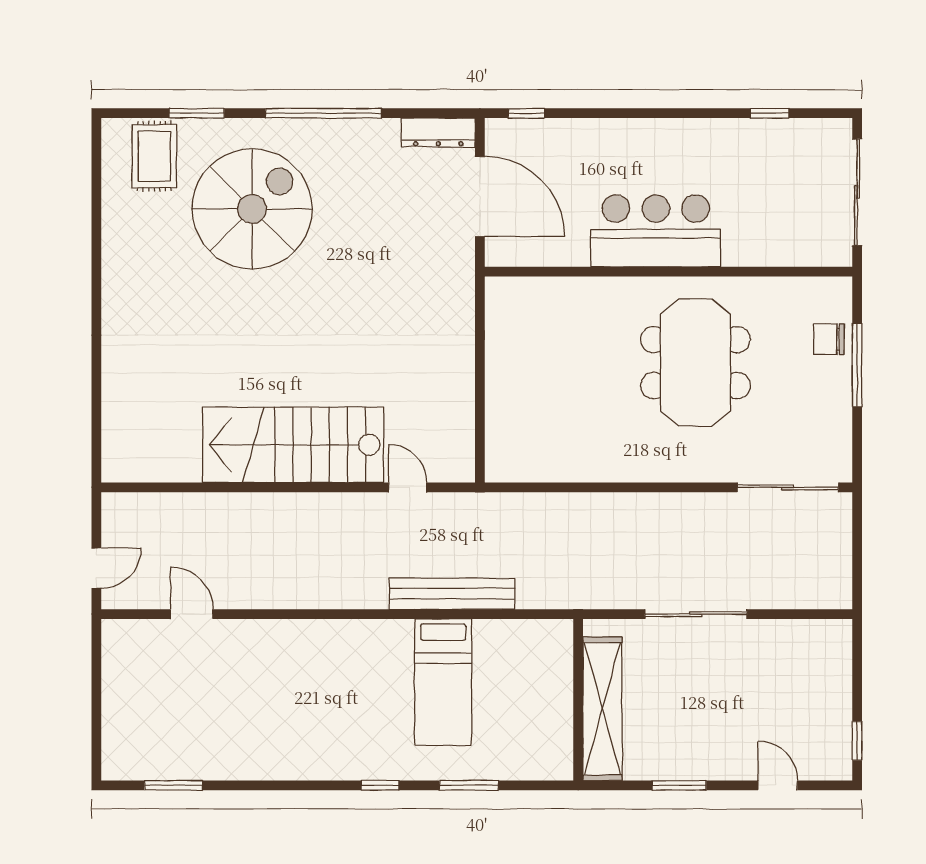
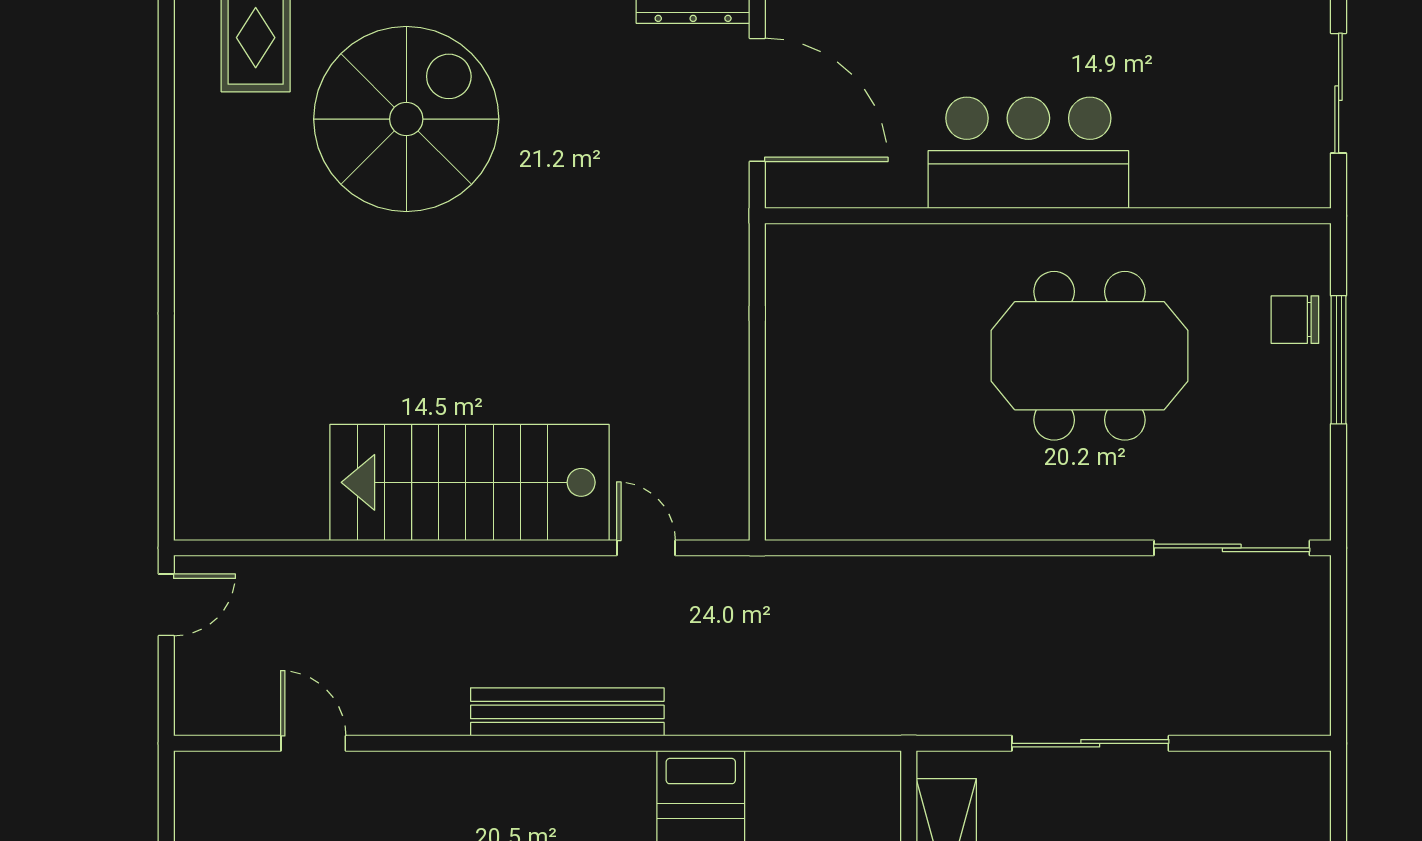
sliding door: (857, 192) -> (1339, 93), width x0.73
meeting table: (695, 363) -> (1089, 356), turned 90
door: (96, 568) -> (166, 605), moved
bench: (452, 594) -> (567, 712), moved

